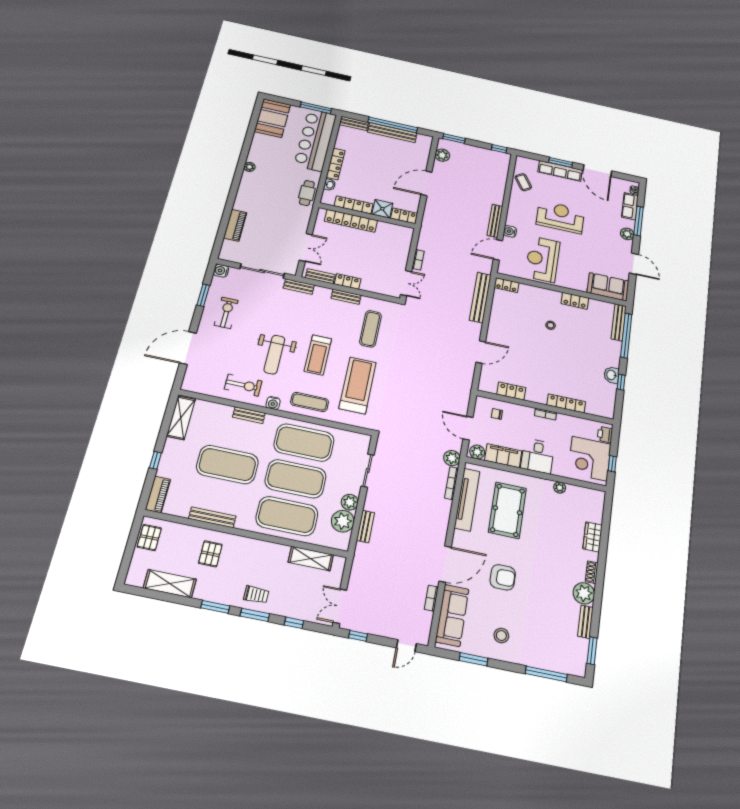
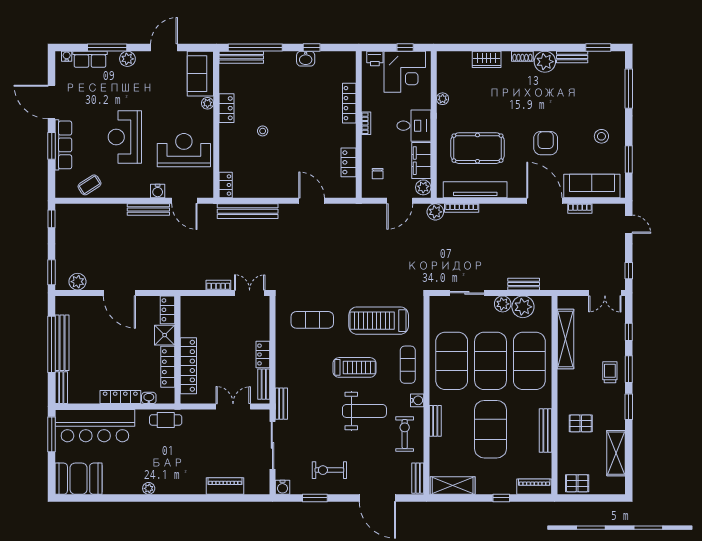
door: (597, 171) -> (52, 102), swing flipped
reception desk: (543, 259) -> (184, 150), turned 180
plant: (581, 287) -> (207, 103), added
bench: (346, 297) -> (418, 478), moved
shelving: (311, 559) -> (566, 339), width x1.47

